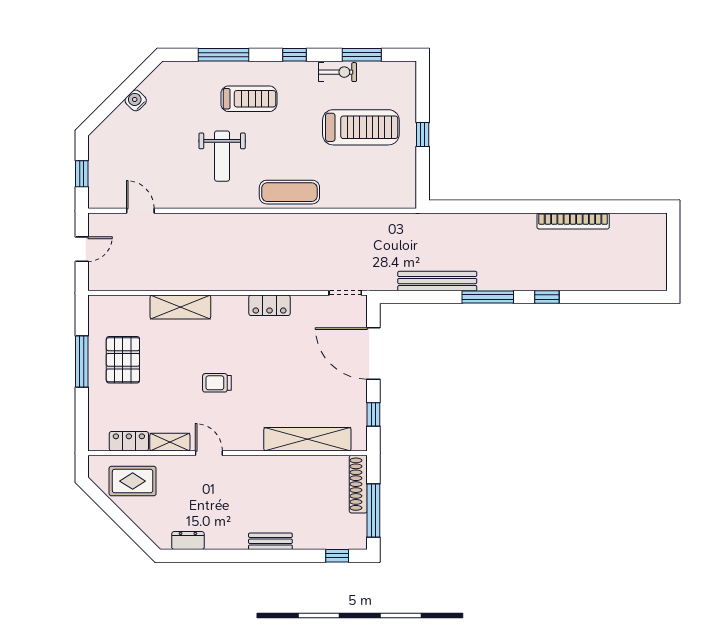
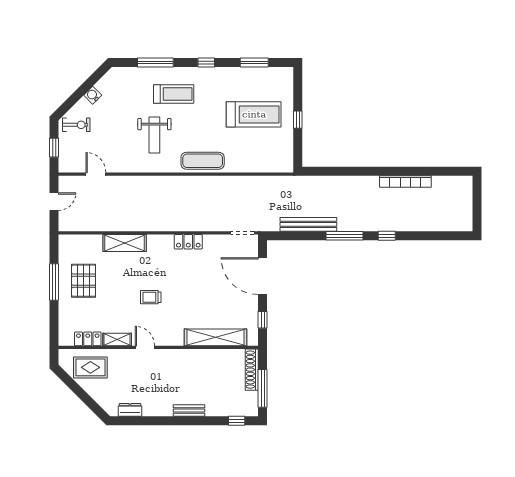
exercise bike: (337, 72) -> (76, 125), moved

